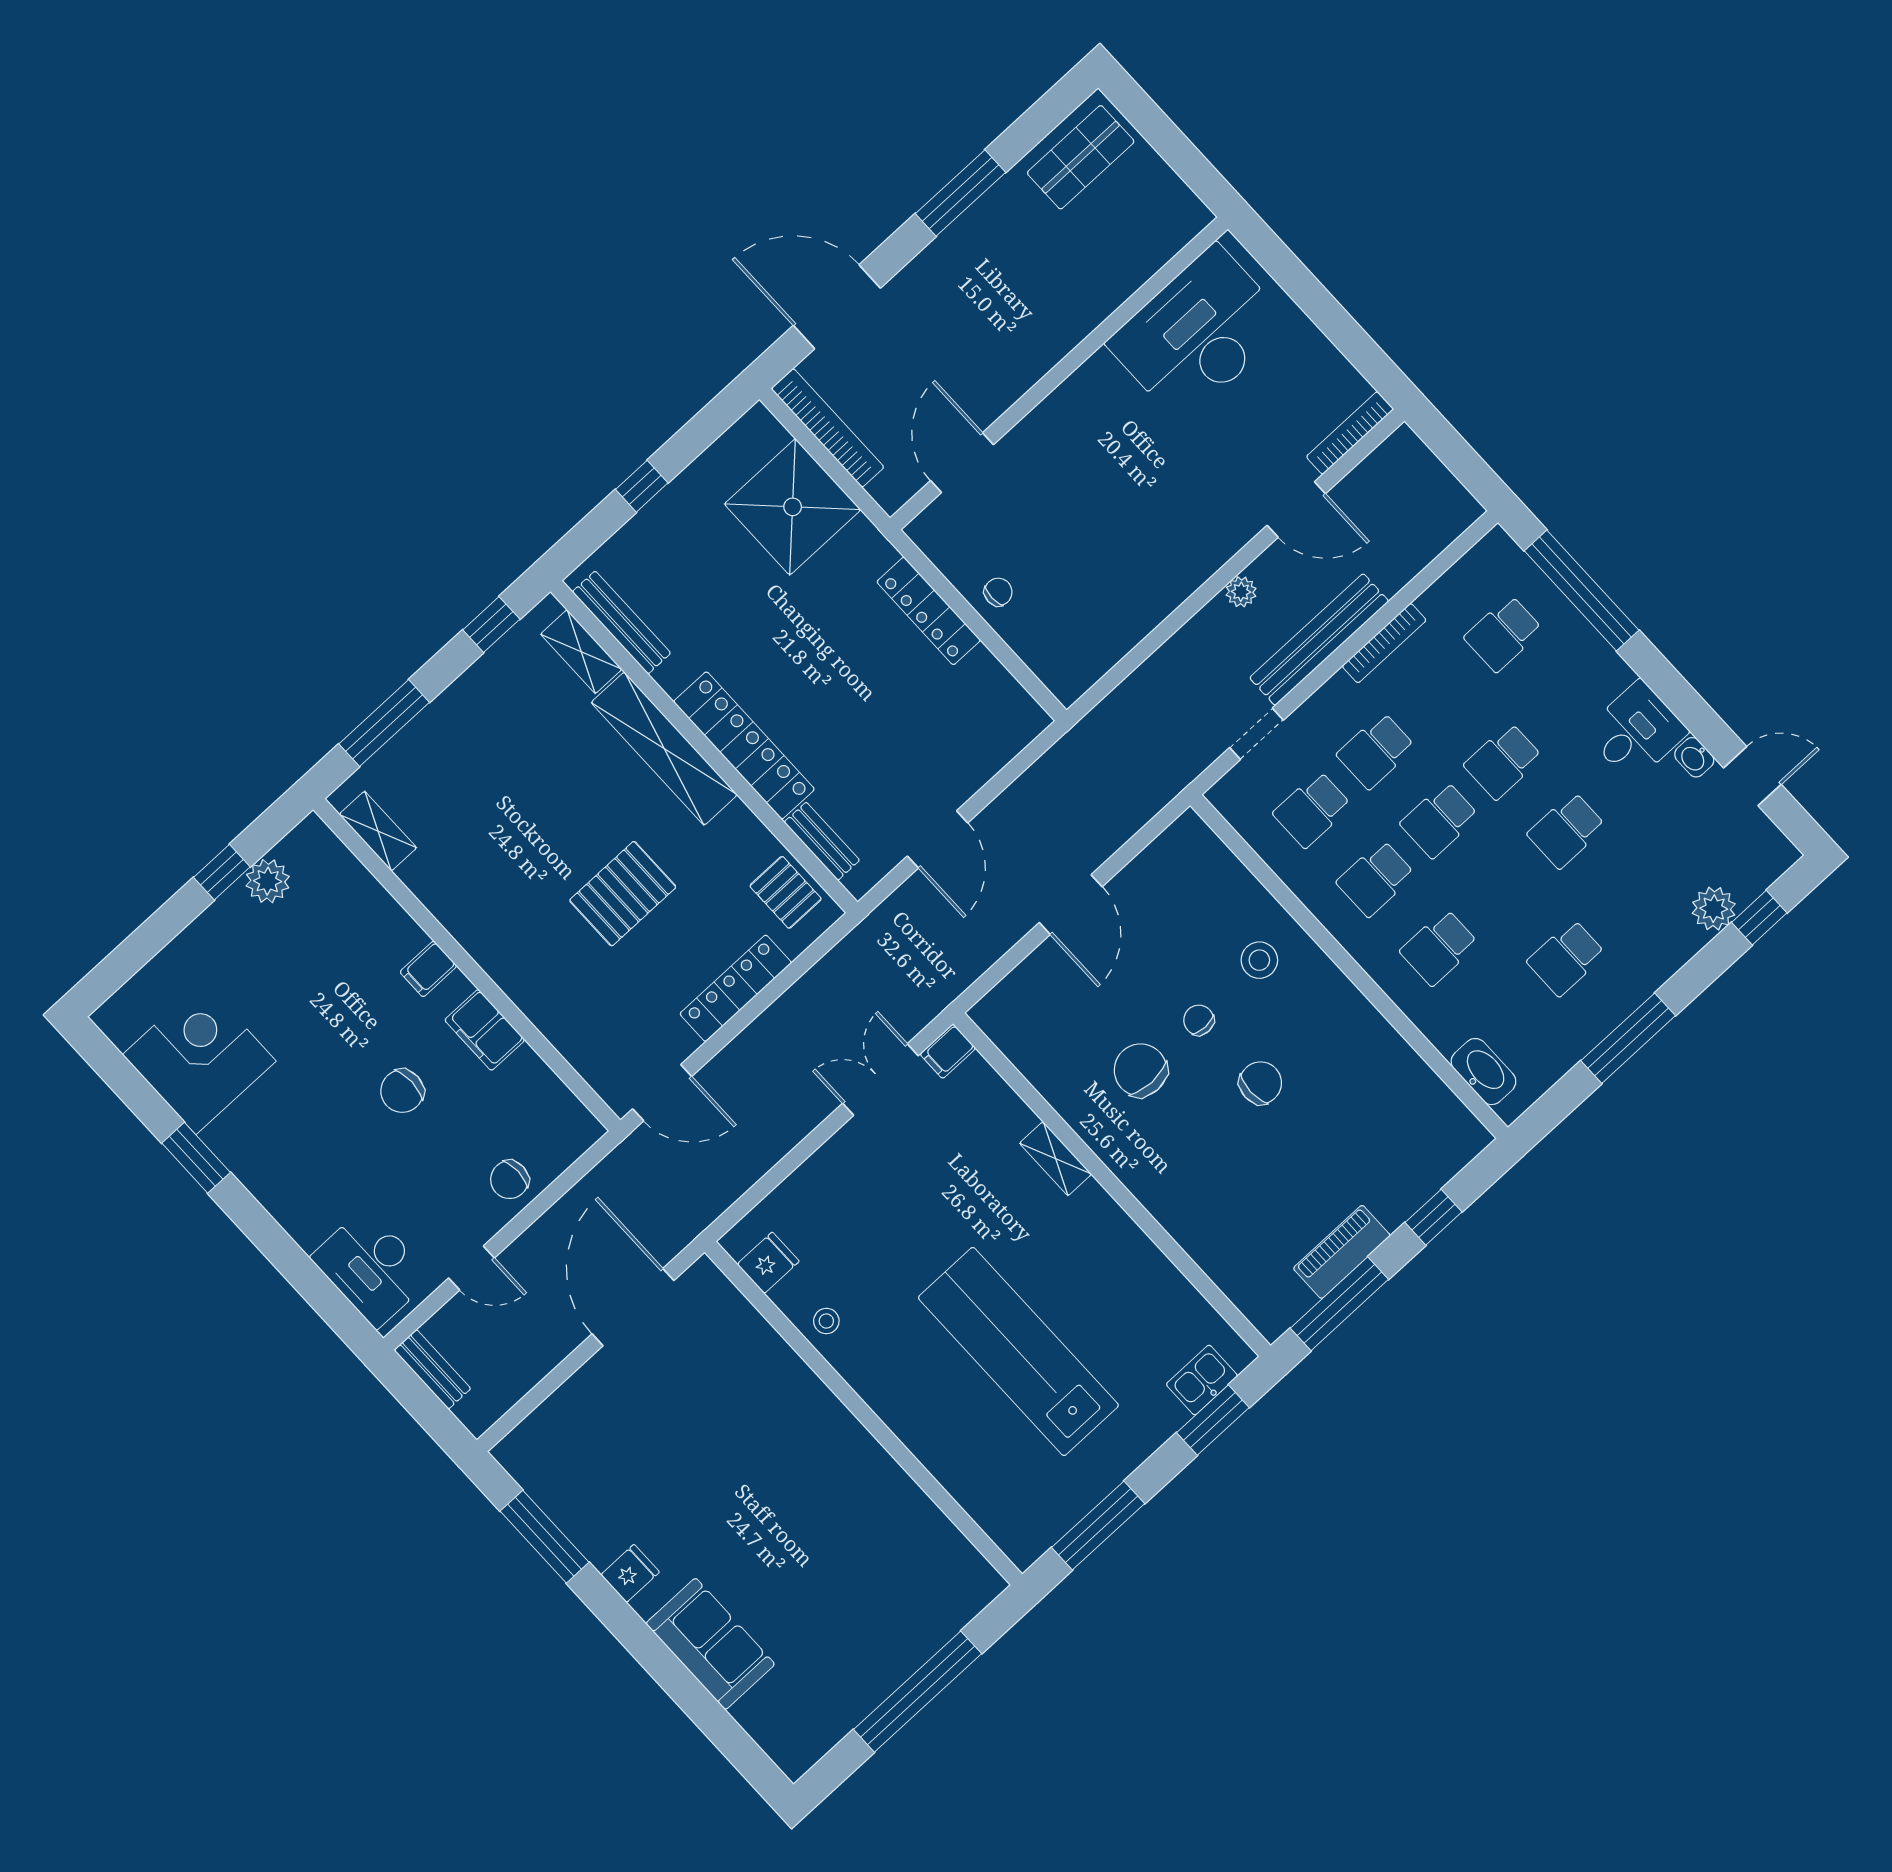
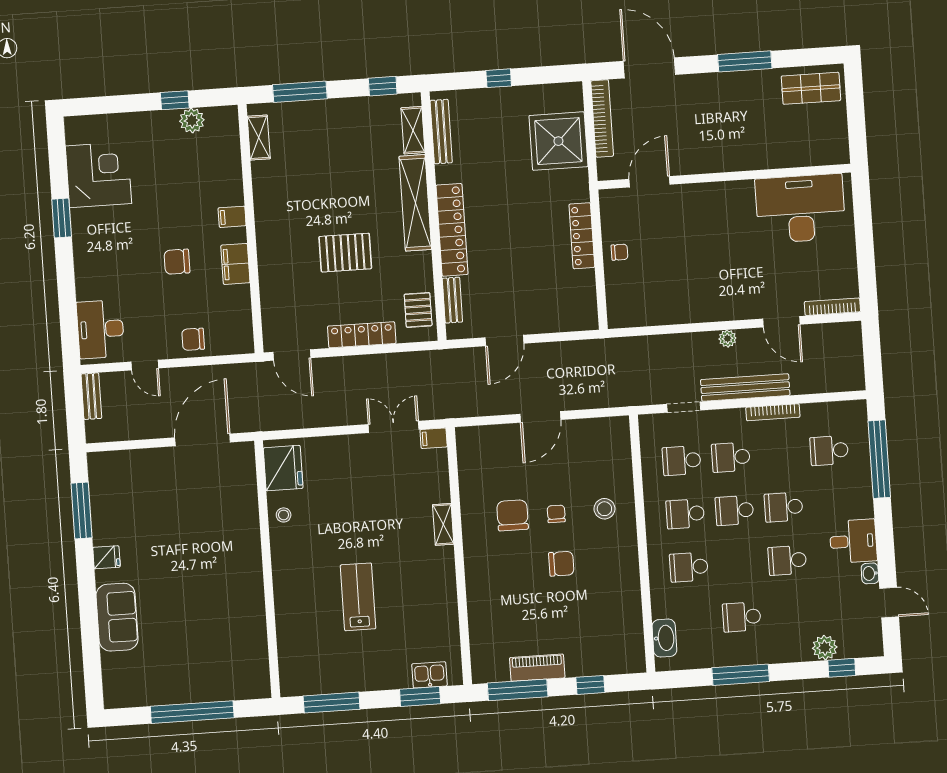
fridge: (768, 1263) -> (283, 468), width x1.88, depth x1.34
lab bench: (1018, 1351) -> (358, 597), width x0.54, depth x0.72

